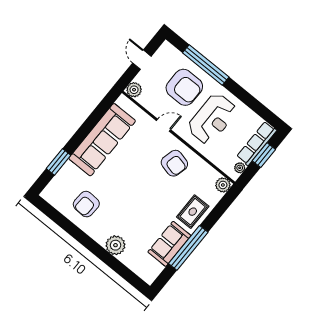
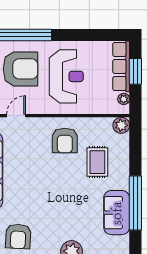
door: (163, 125) -> (16, 116), moved
armchair: (174, 163) -> (65, 140), turned 76
rug: (193, 212) -> (97, 162), moved

